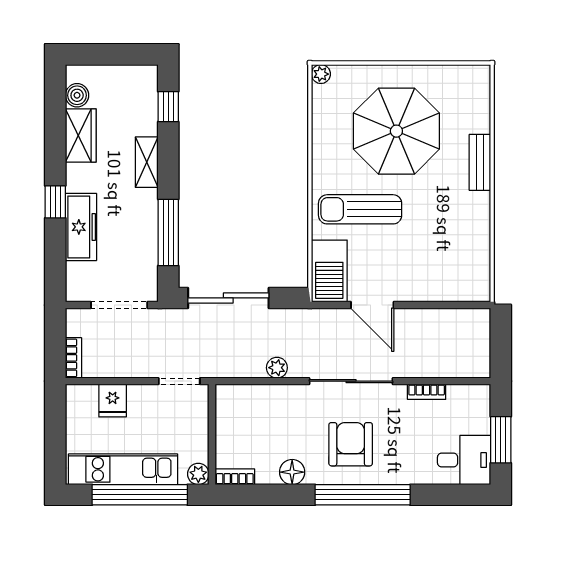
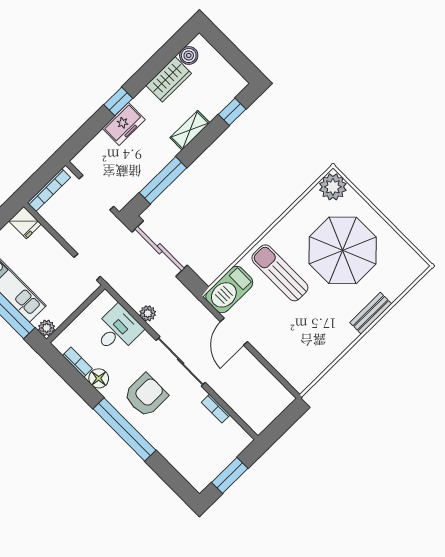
plant: (321, 74) -> (333, 187), width x1.87, depth x1.87
freezer: (81, 227) -> (124, 124), width x0.71
bookcase: (73, 358) -> (49, 190), width x1.56
fridge: (113, 401) -> (25, 223), moved, turned -90
desk: (464, 460) -> (117, 330), moved, turned -90
bookcase: (235, 477) -> (77, 362), moved

